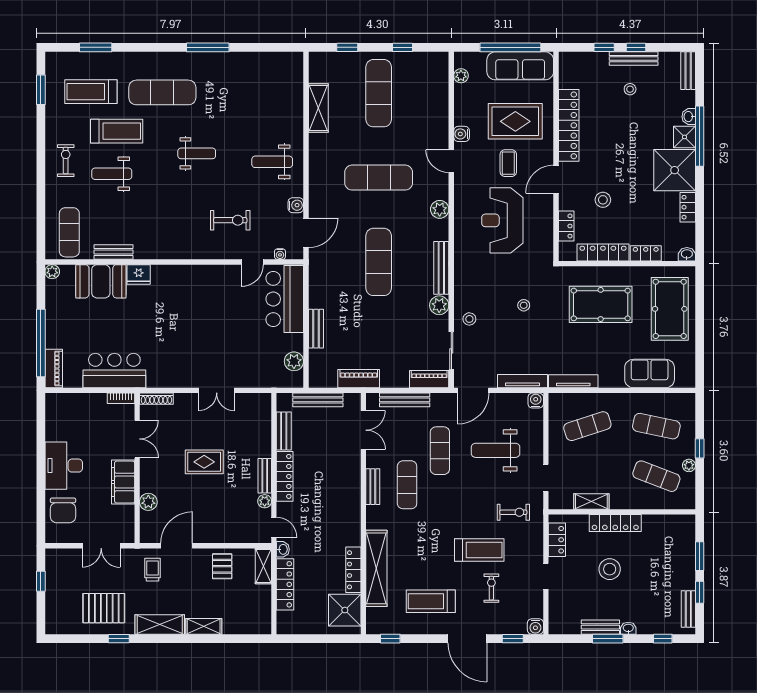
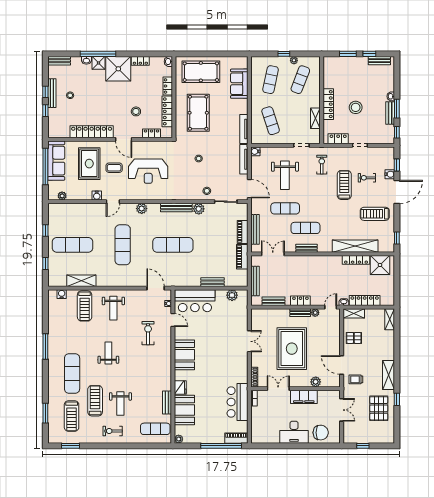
treadmill: (276, 113) -> (85, 306), added
water cooler: (296, 205) -> (62, 294), moved
booth: (194, 281) -> (184, 355), added
piano: (429, 379) -> (243, 232), moved
rug: (204, 462) -> (292, 349), width x1.86, depth x2.06
locker: (285, 476) -> (300, 301), width x0.66
treadmill: (431, 601) -> (375, 214), turned 90
shelving: (204, 626) -> (390, 319), moved
water cooler: (535, 626) -> (390, 174), moved
window: (663, 639) -> (397, 132), moved

